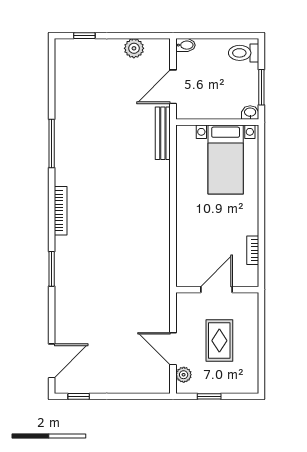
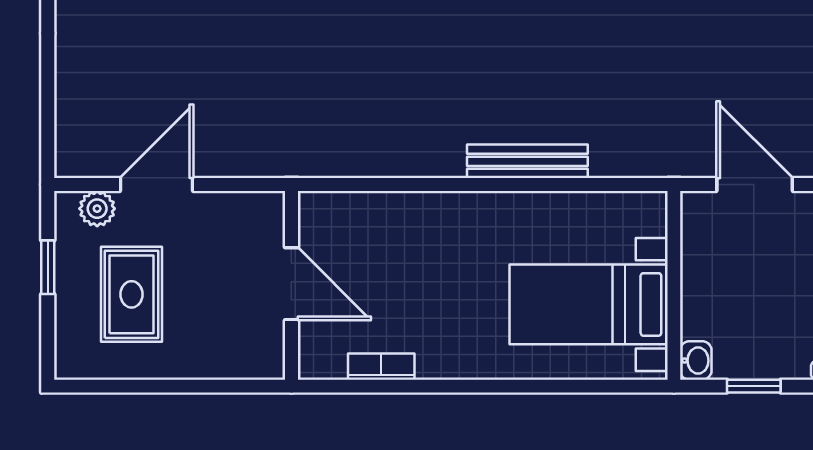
window: (261, 87) -> (754, 386), width x0.67
bench: (163, 133) -> (527, 161), moved
rug: (219, 341) -> (131, 294), moved, turned 90

